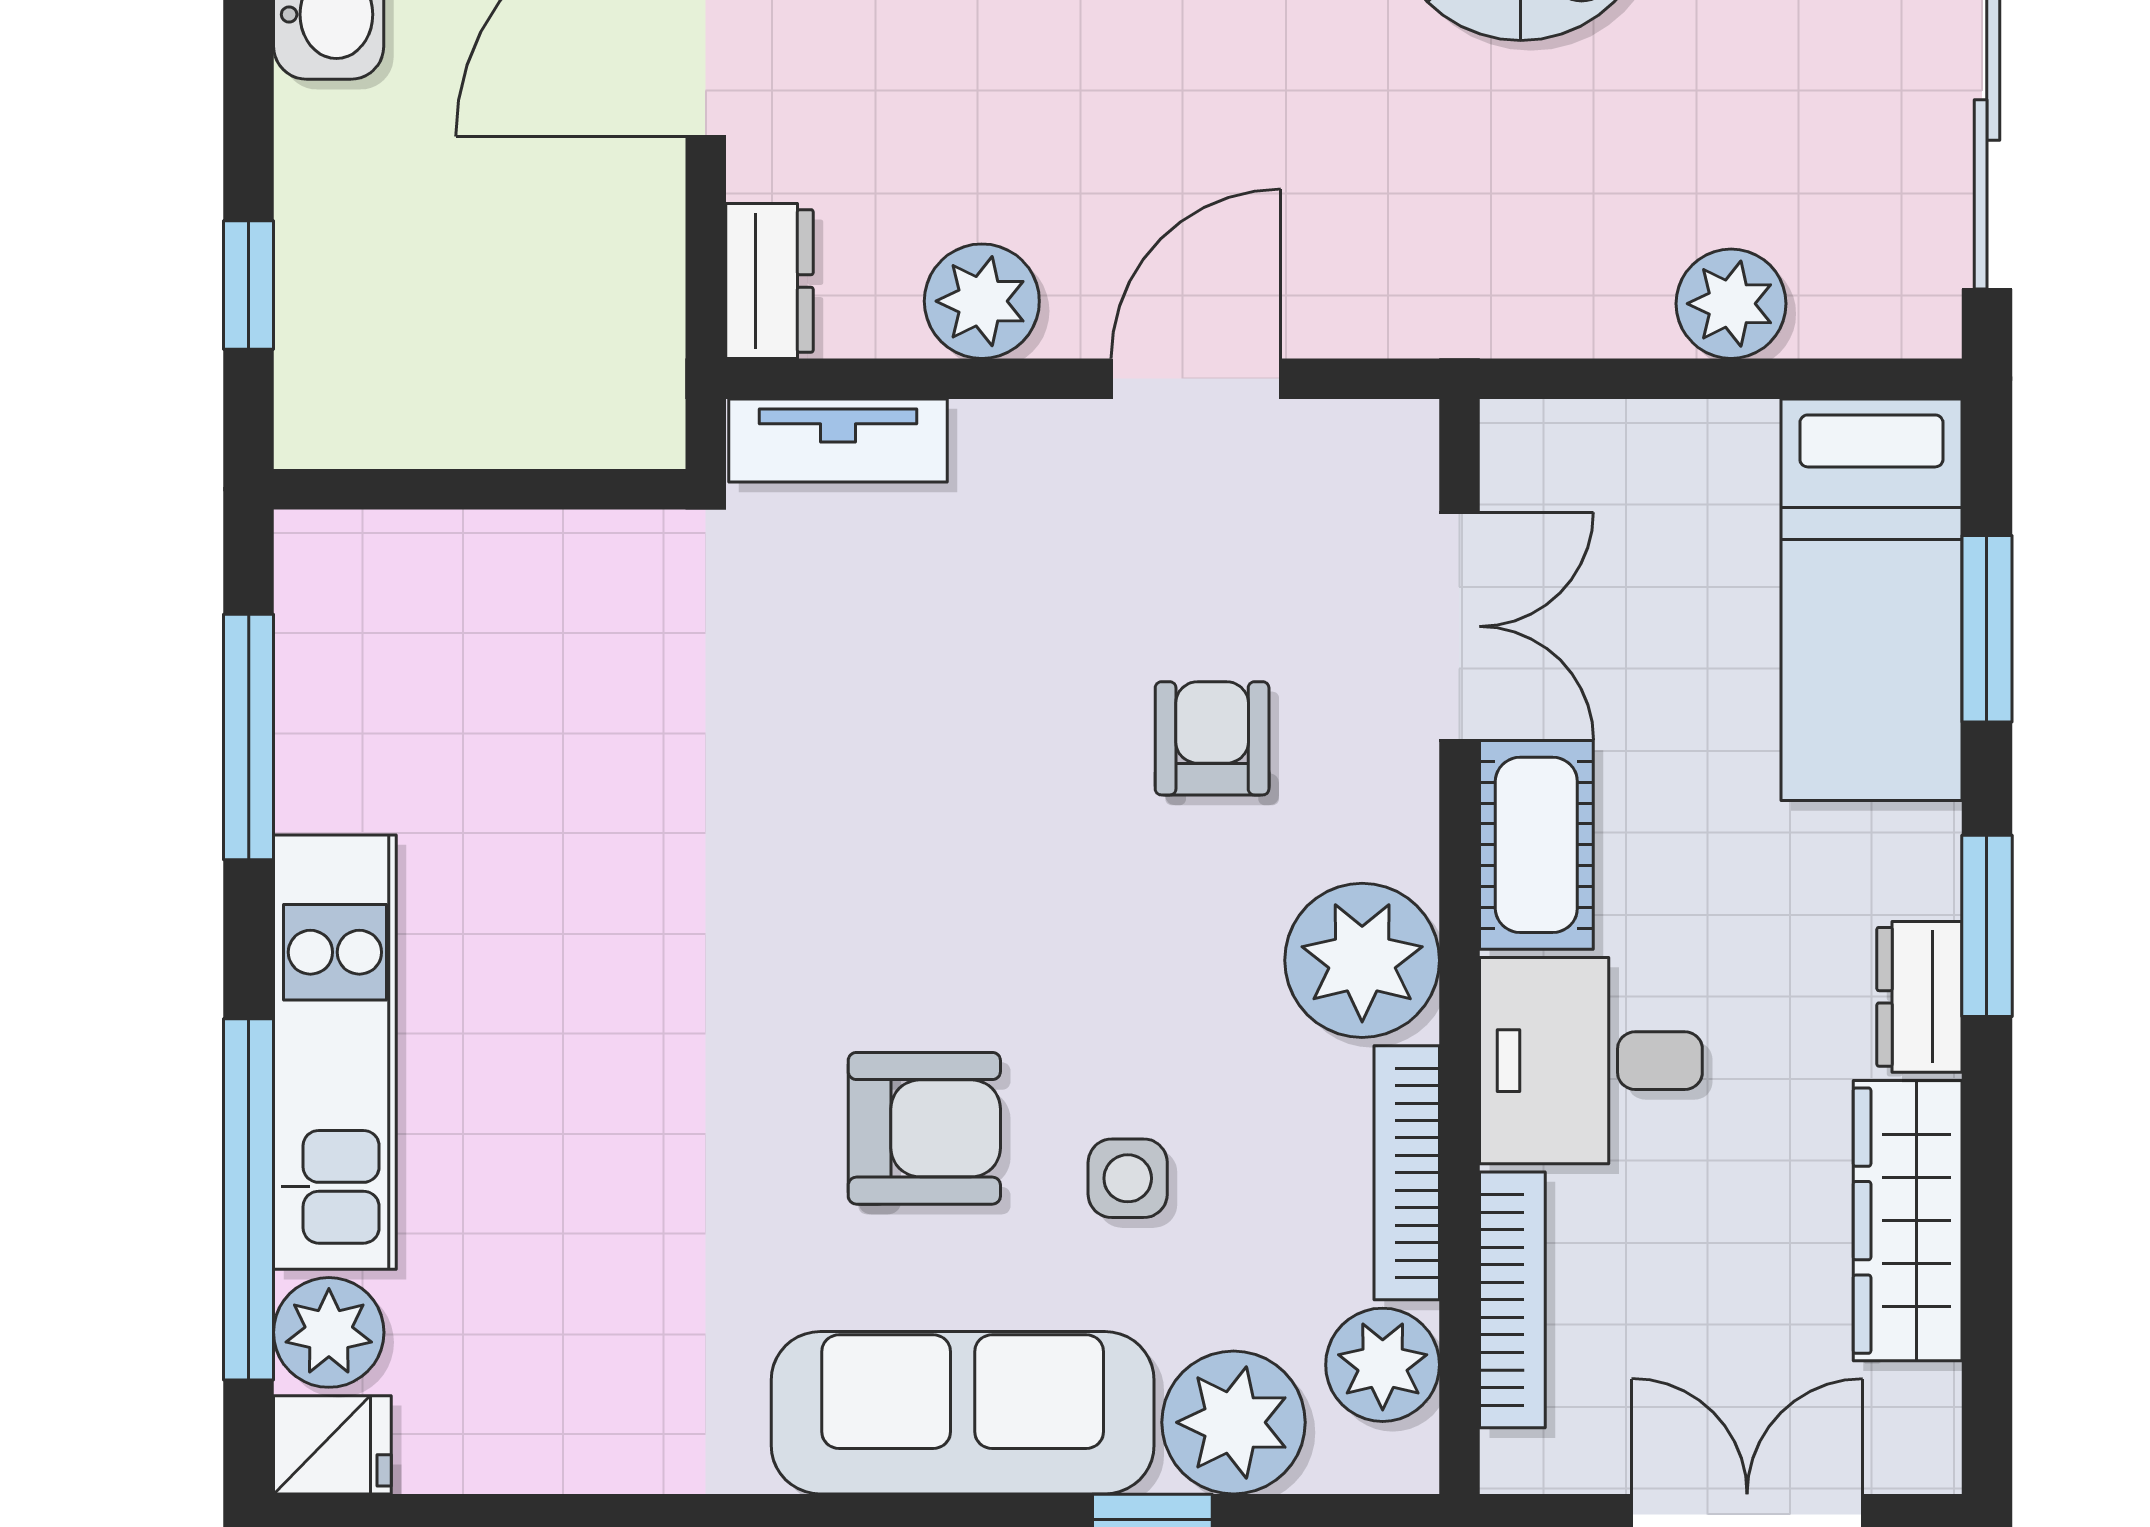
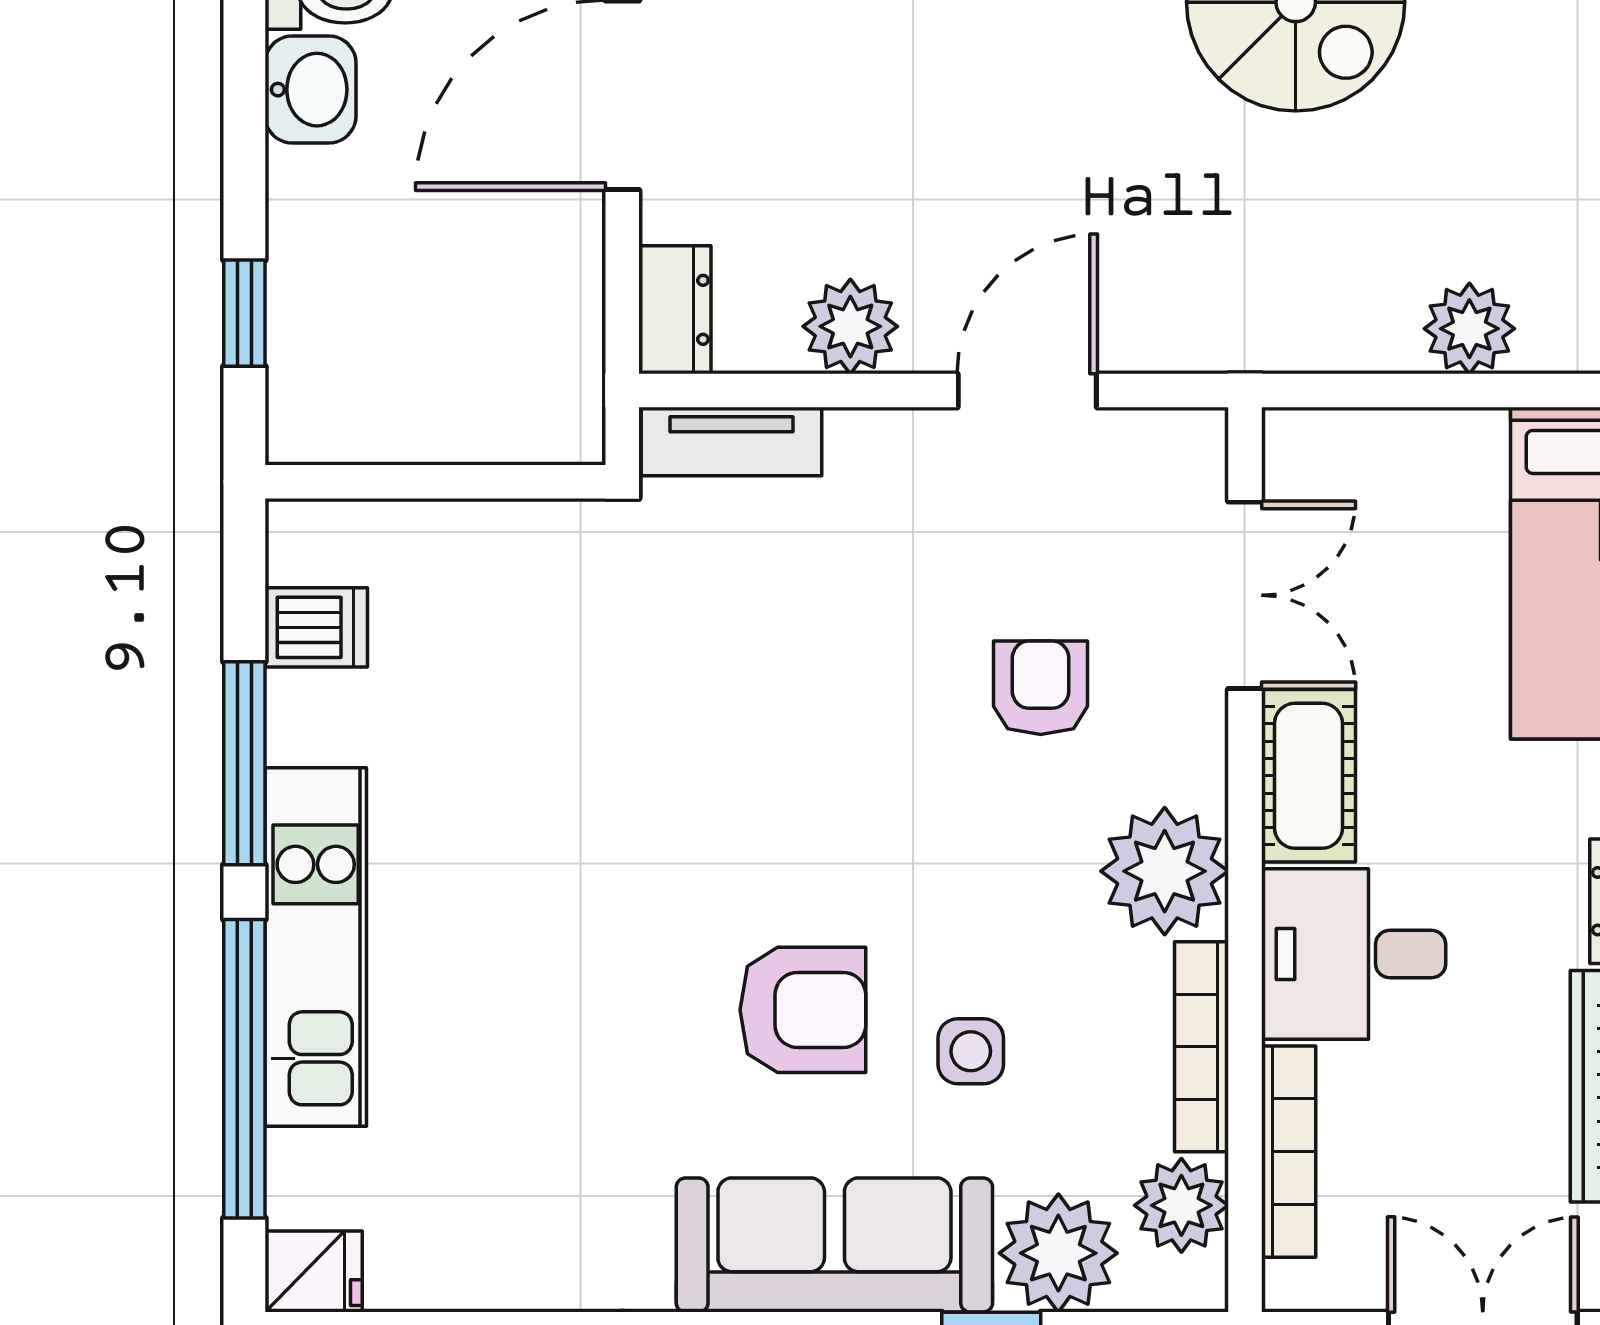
dishwasher: (336, 665) -> (316, 627), added
window: (249, 737) -> (244, 763), moved
plant: (329, 1332) -> (311, 1179), removed

